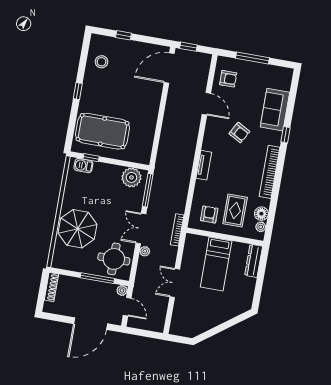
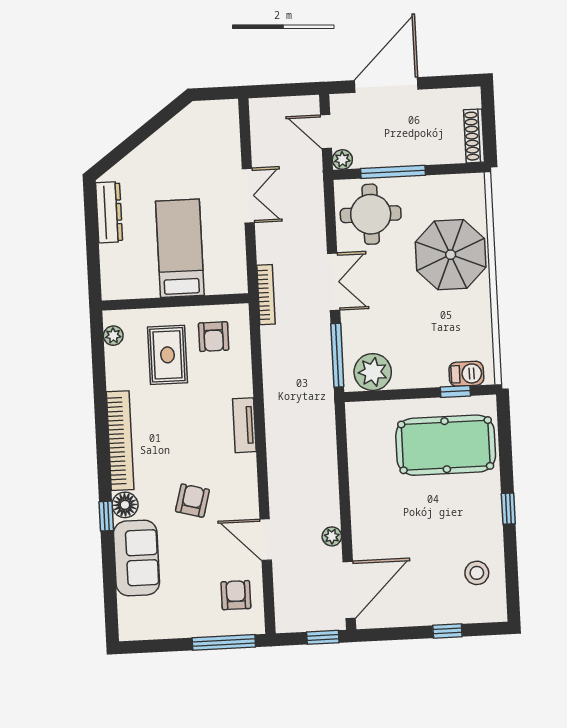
window: (252, 58) -> (224, 642), moved
armchair: (228, 79) -> (236, 595), turned 90
armchair: (239, 133) -> (192, 501), turned 76
floor lamp: (261, 214) -> (125, 505), moved
plant: (145, 251) -> (332, 536), moved
dresser: (254, 261) -> (109, 212), moved

